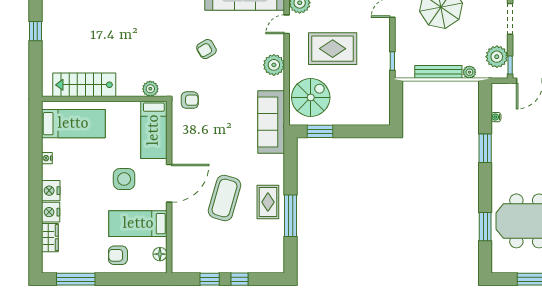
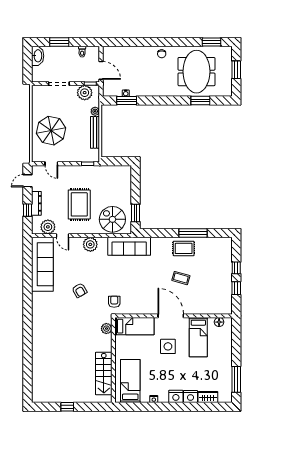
window: (485, 148) -> (127, 101), moved
coffee table: (225, 198) -> (181, 278), width x0.54, depth x0.58
armchair: (118, 255) -> (220, 351), removed

